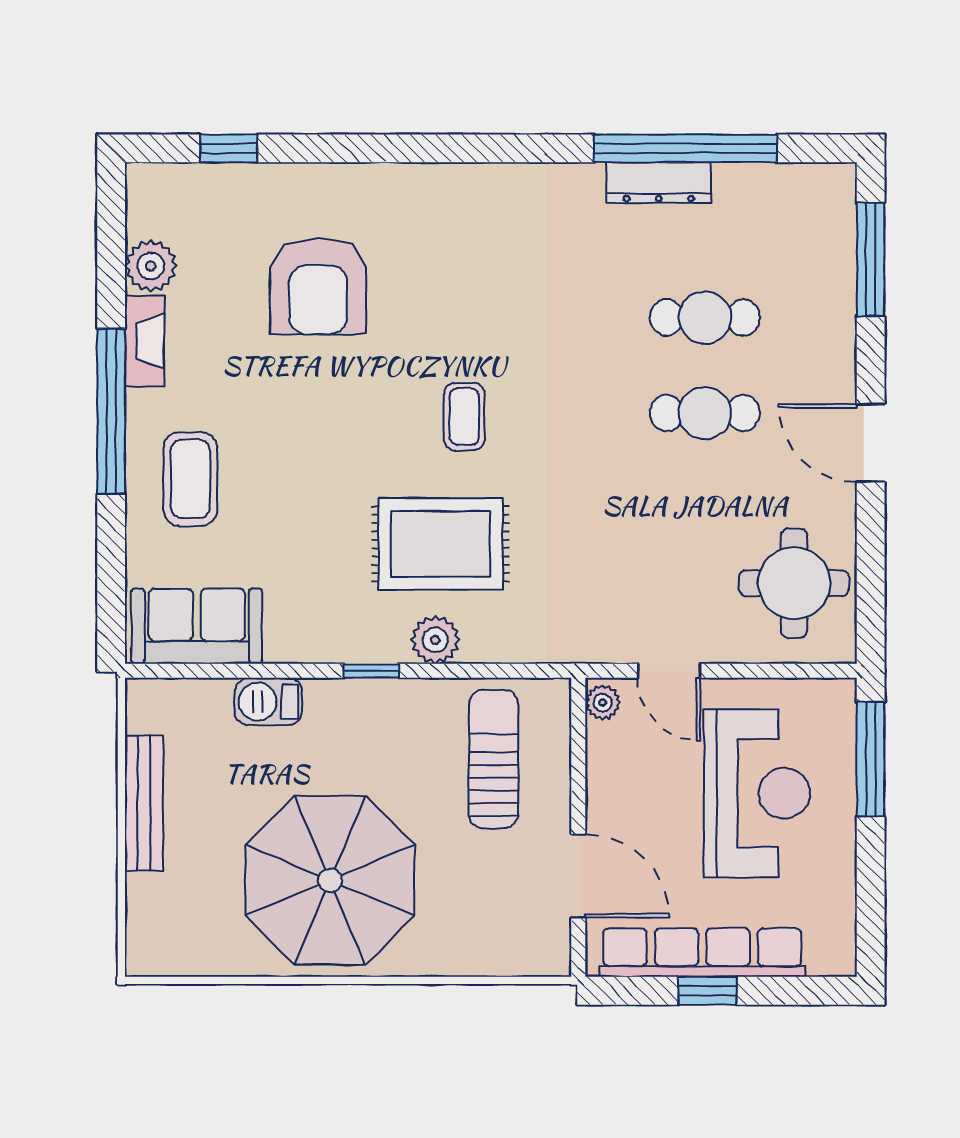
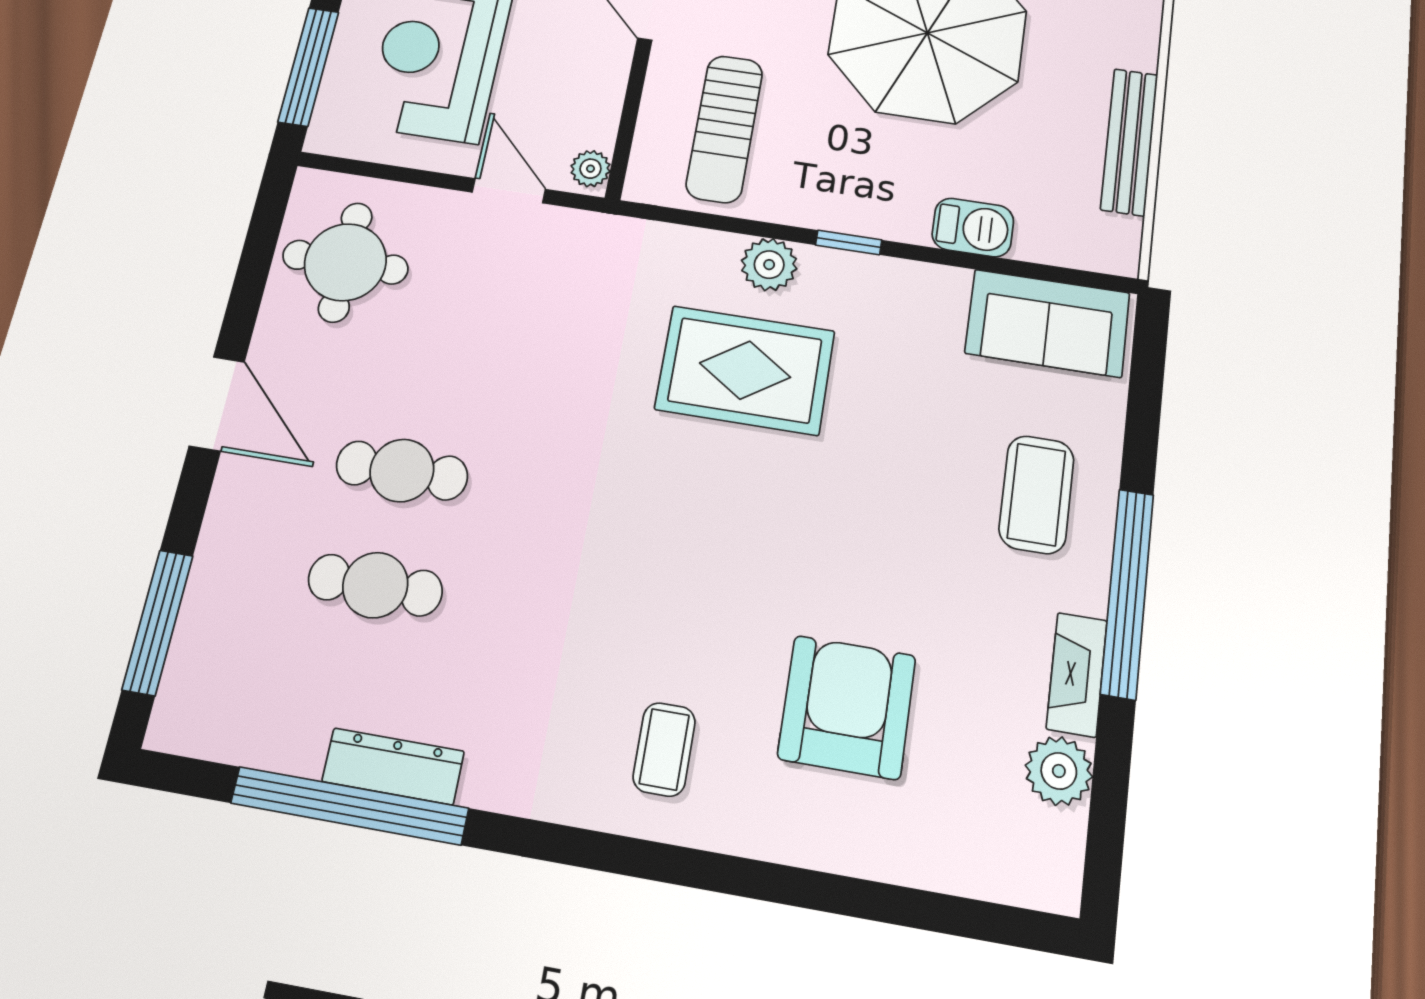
window: (229, 148) -> (939, 913), removed
coffee table: (464, 417) -> (664, 749), moved

